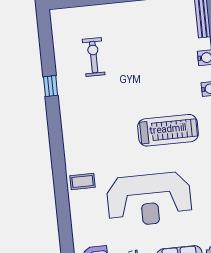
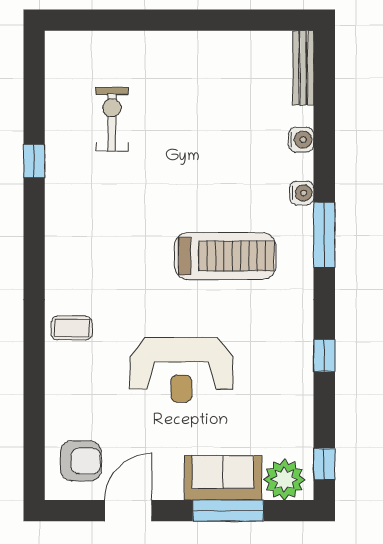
reception desk: (149, 199) -> (181, 370), width x0.74, depth x0.77

